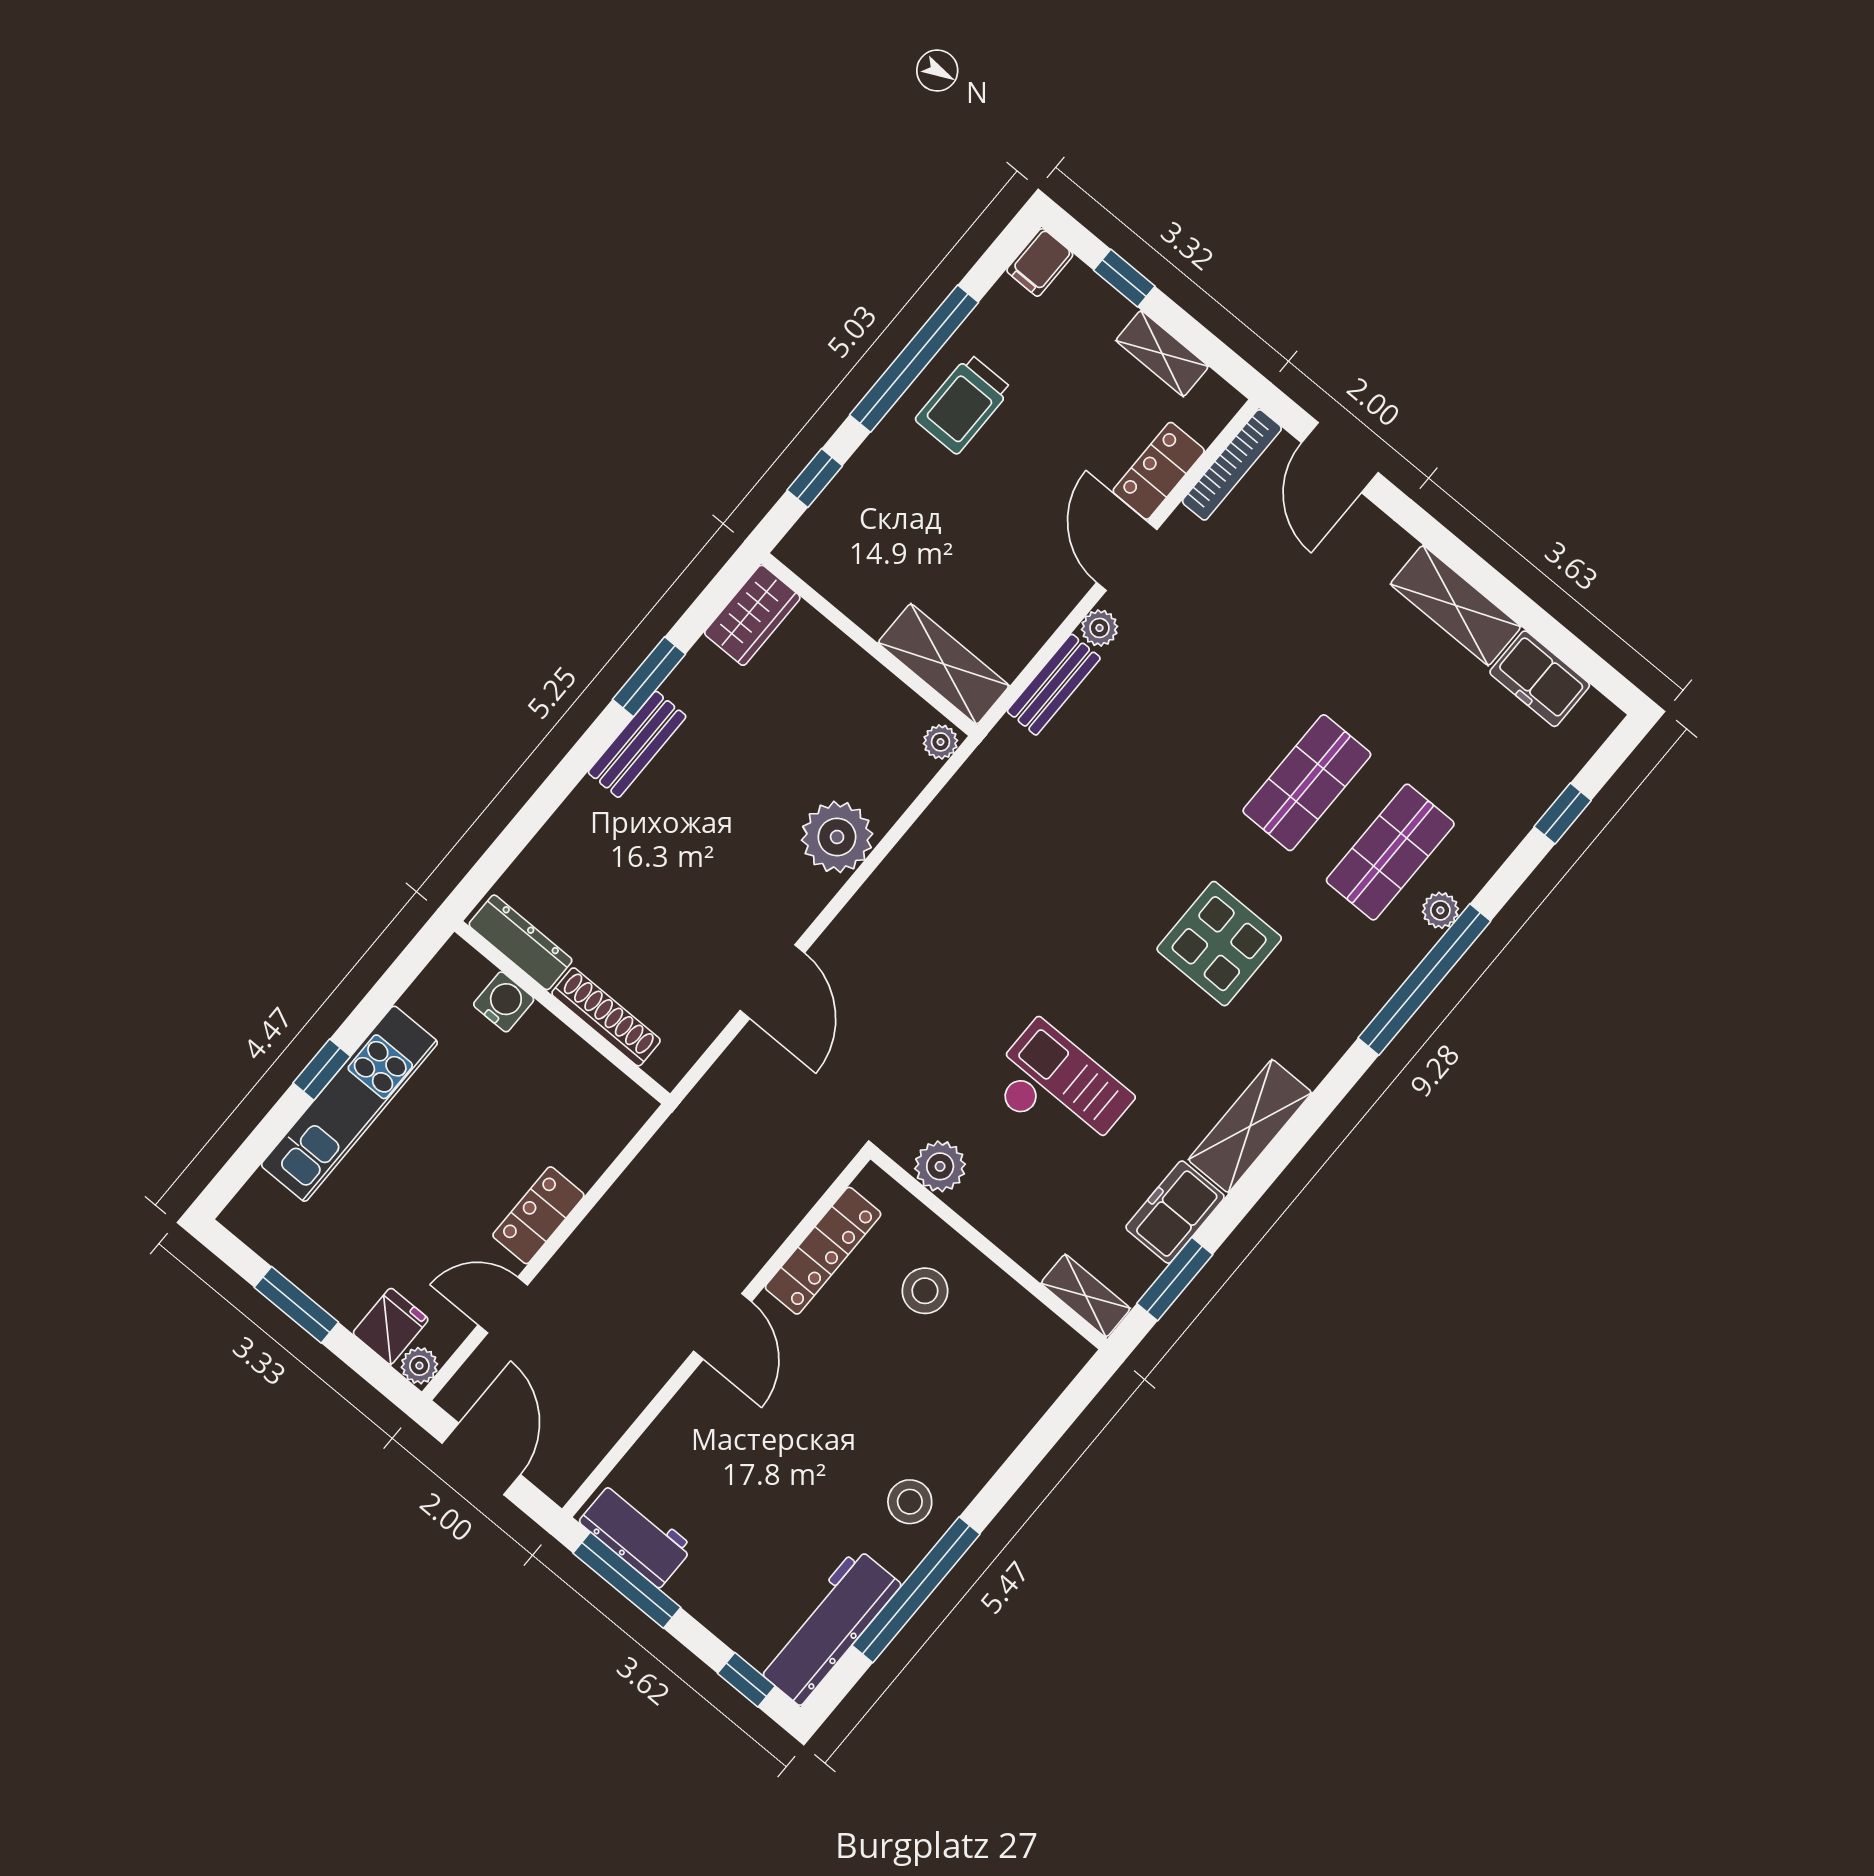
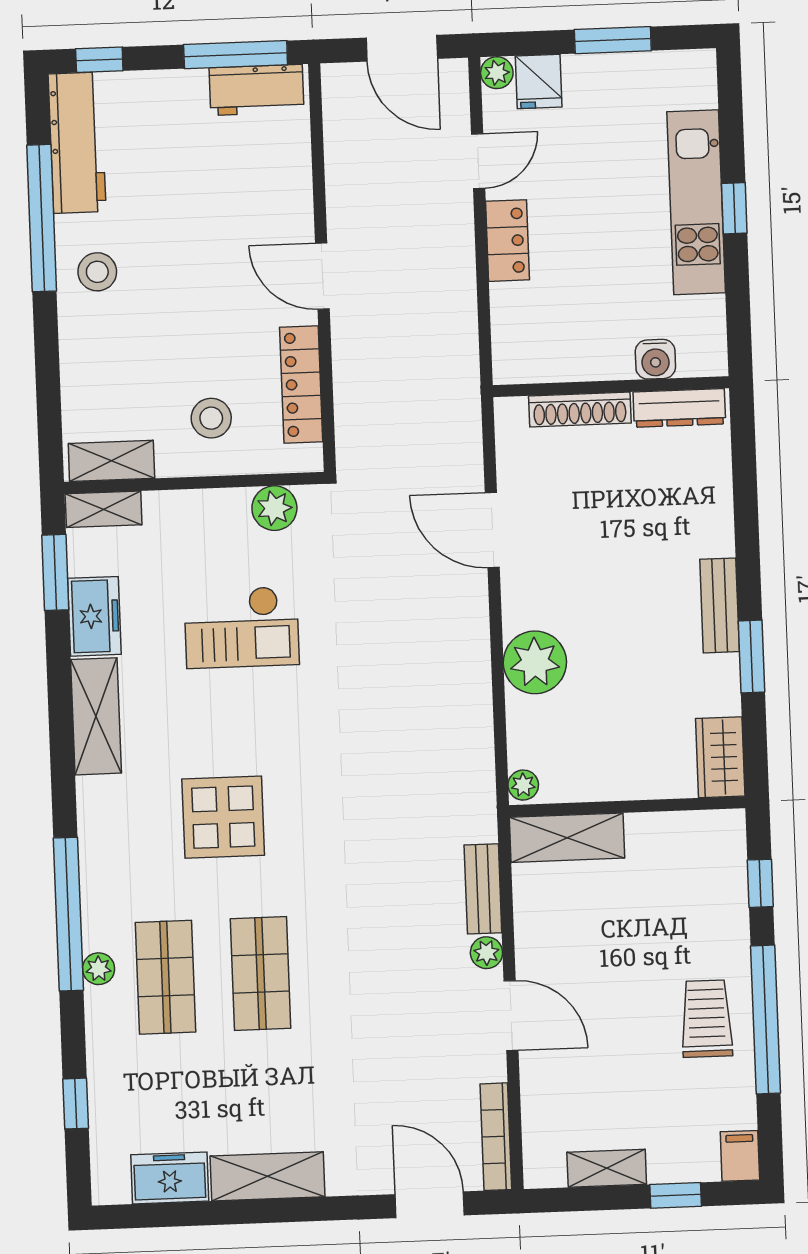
locker: (1159, 471) -> (540, 1090), removed
shelving: (1042, 1331) -> (111, 461), added

